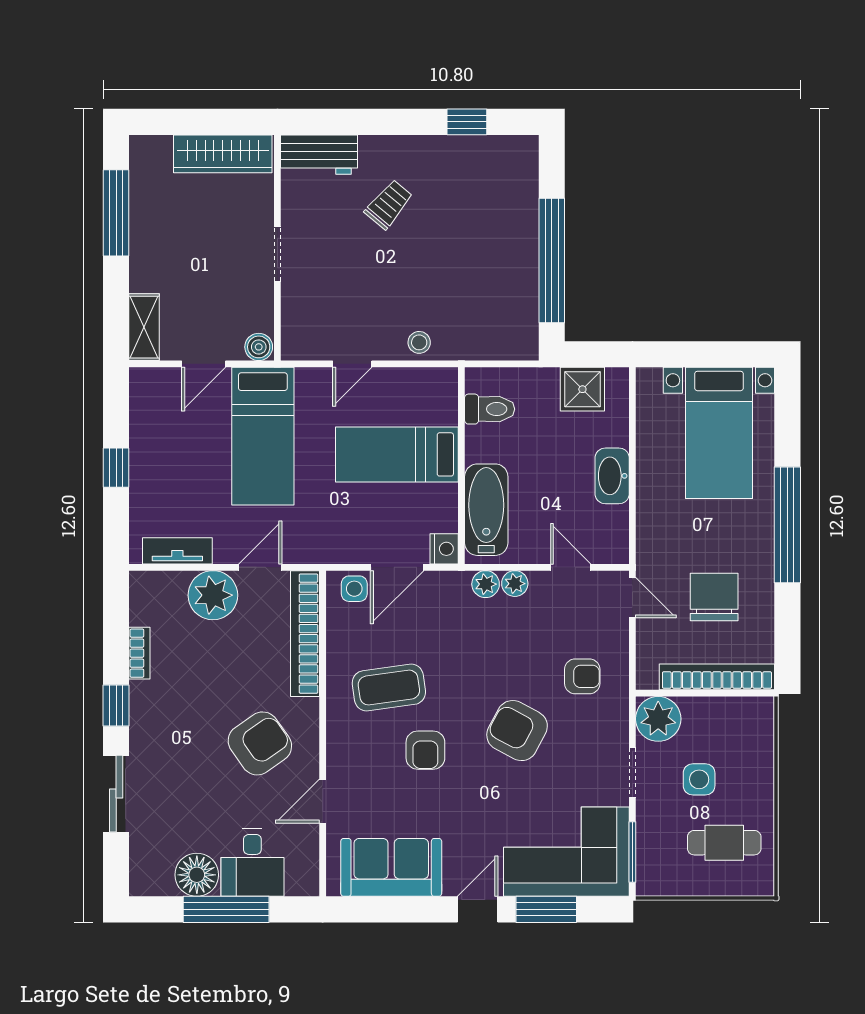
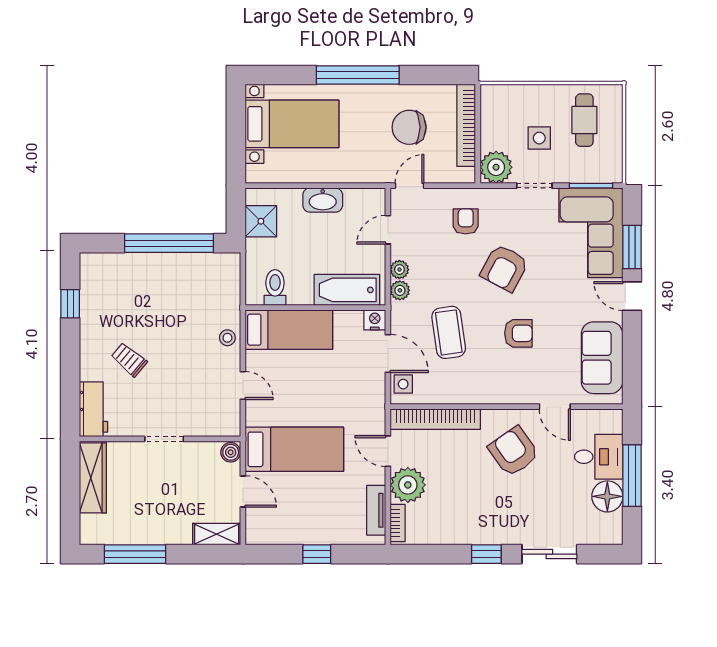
bed: (397, 454) -> (289, 330), moved, turned -90
bookcase: (139, 653) -> (398, 523), moved, turned 90
coffee table: (389, 688) -> (449, 332), moved

